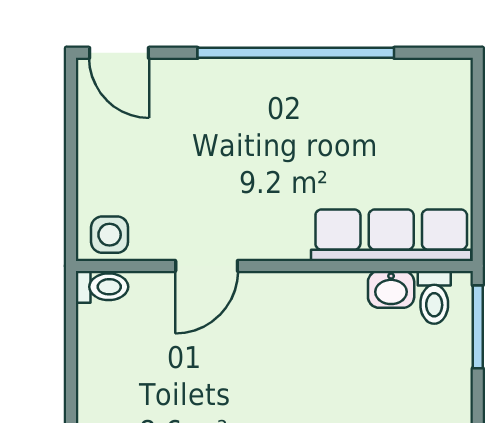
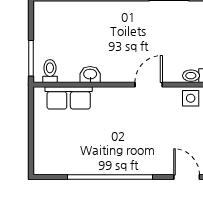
row of seats: (391, 235) -> (69, 98), width x0.68
washbasin: (391, 289) -> (90, 74), moved

